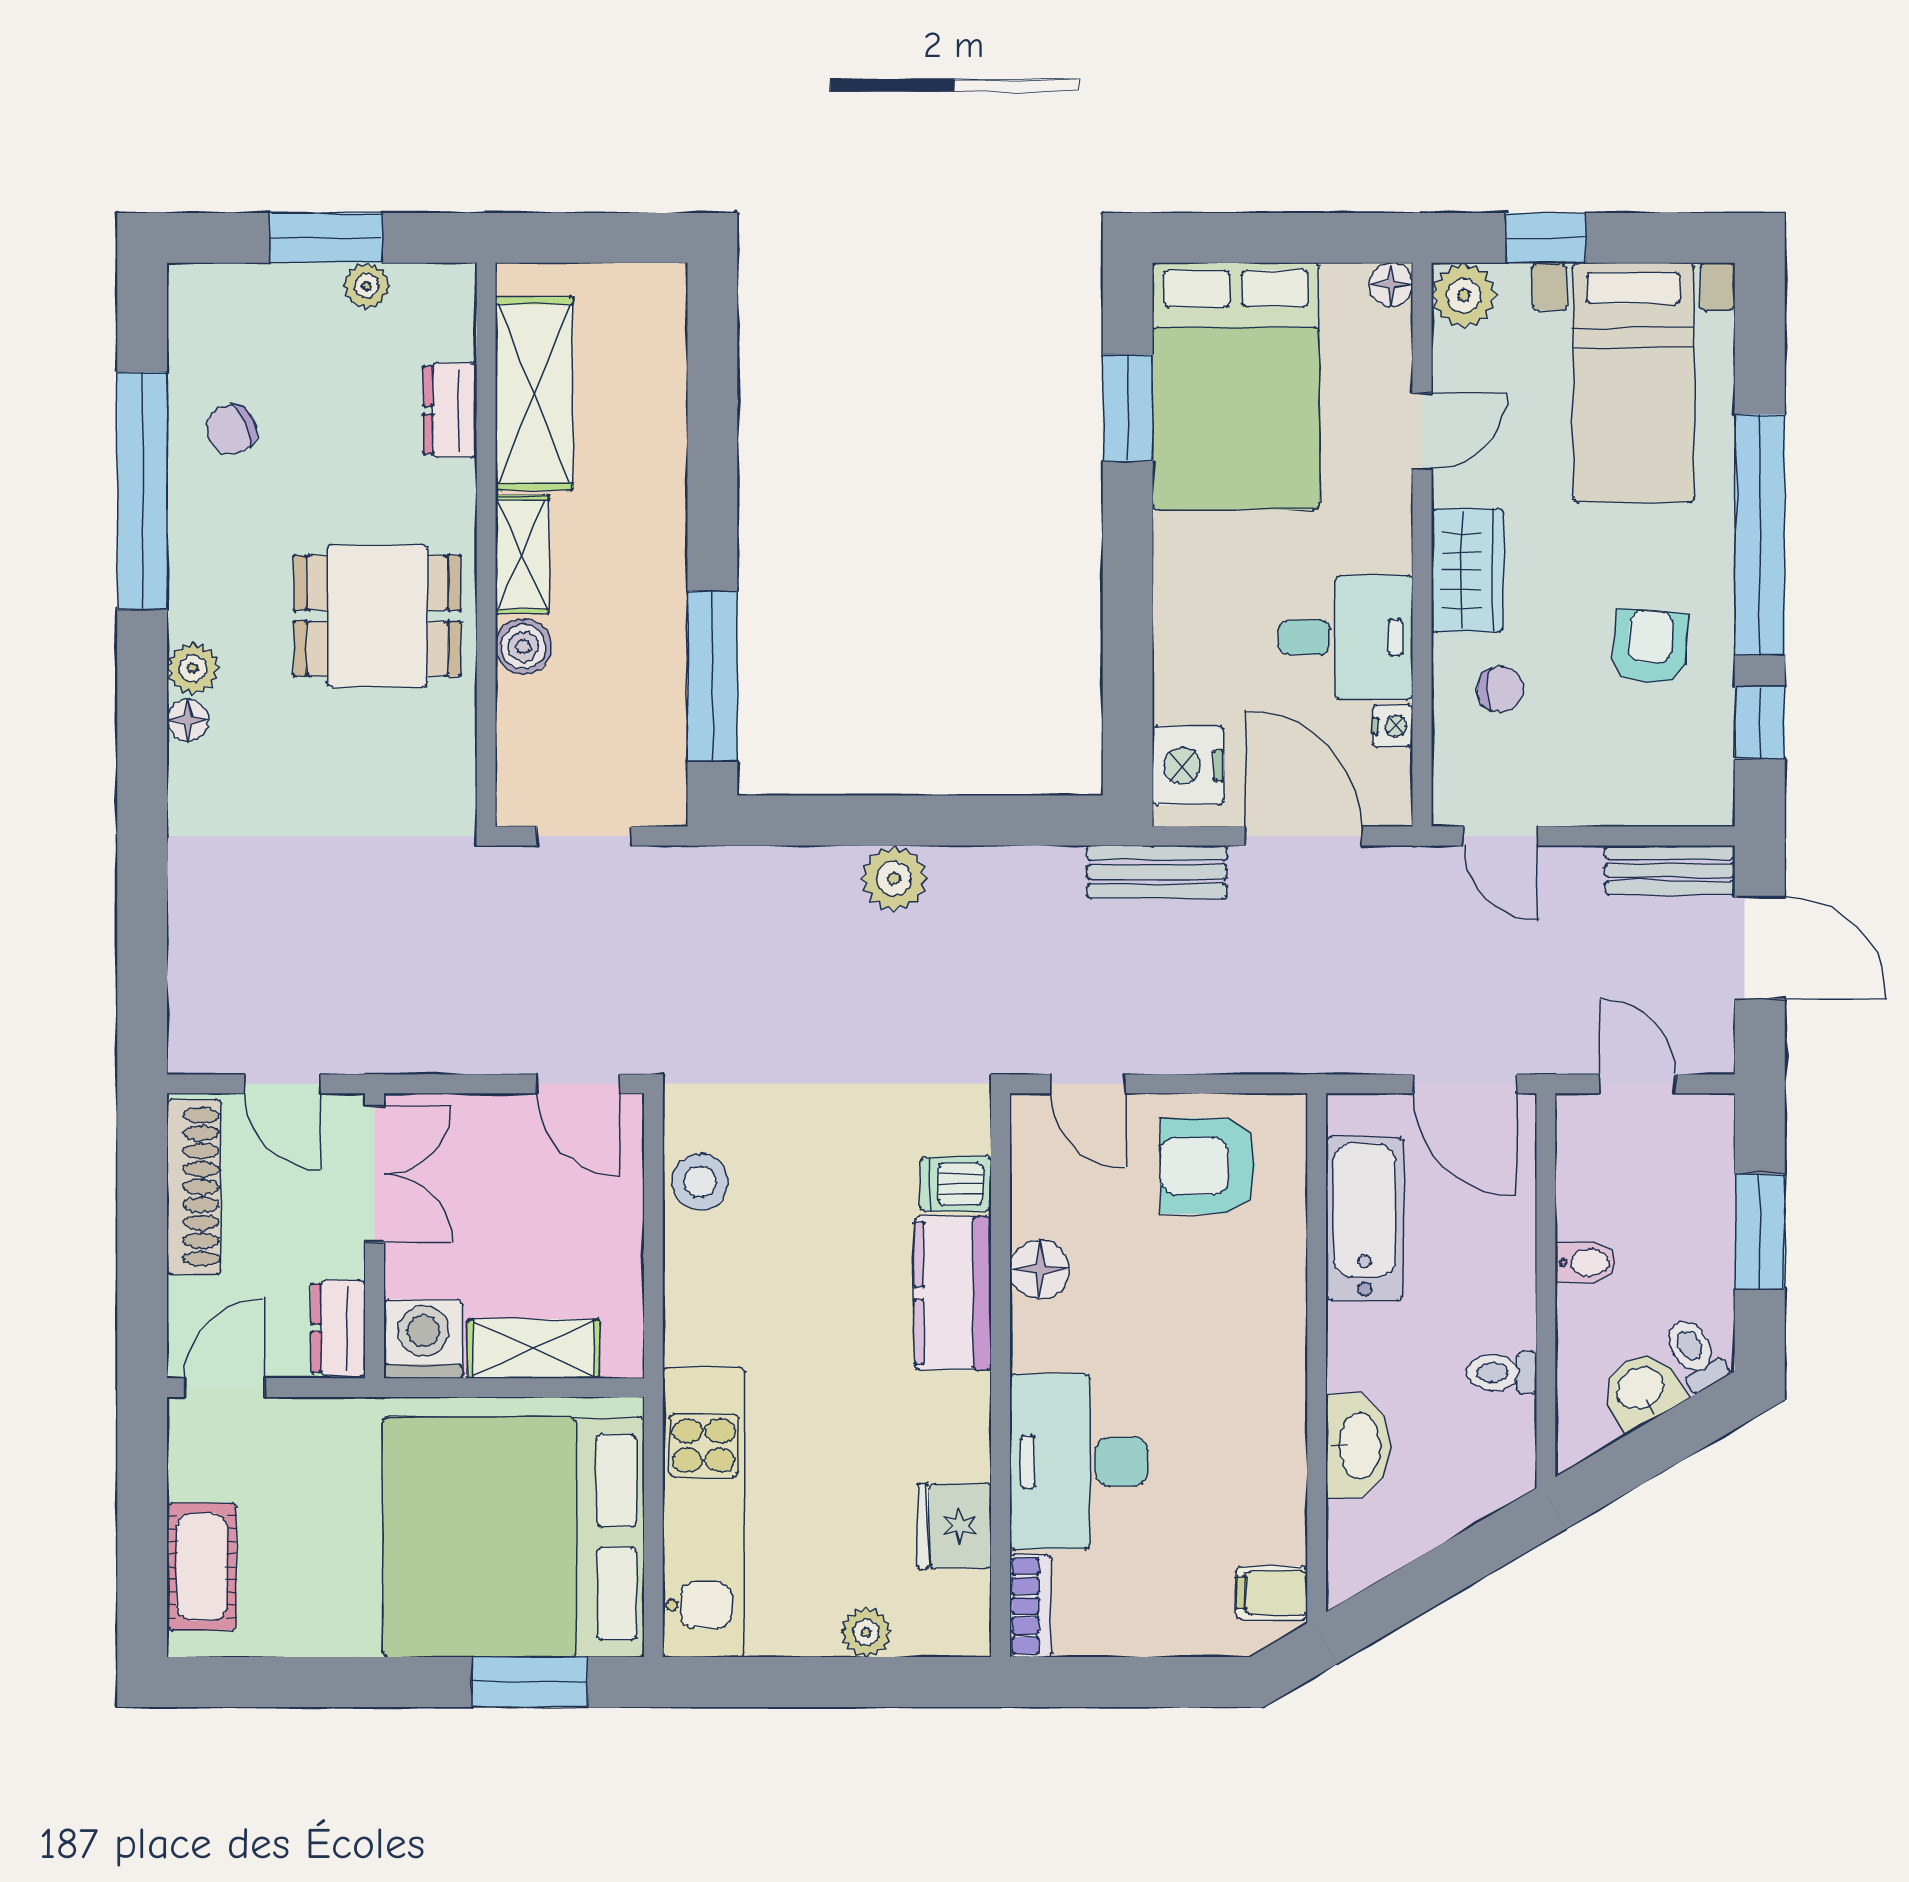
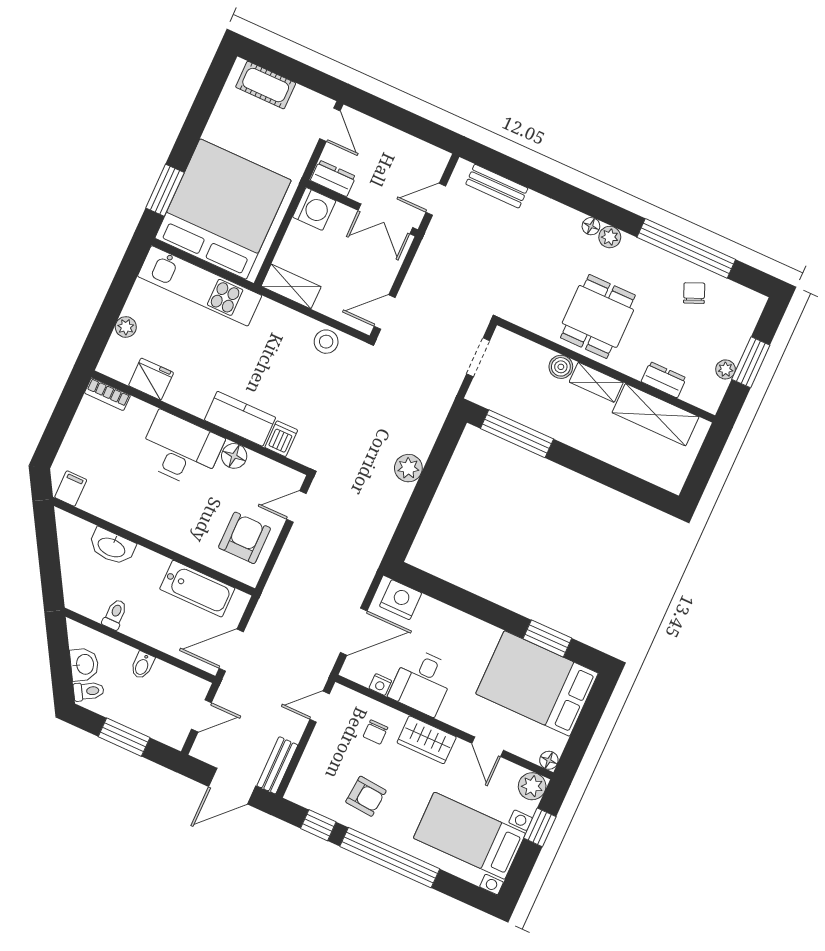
bench: (1157, 872) -> (497, 186), moved, turned 90
shoe rack: (194, 1187) -> (412, 148), removed
shelving: (533, 1349) -> (291, 286), moved, turned 90
desk: (1079, 1462) -> (181, 450), moved

